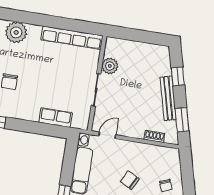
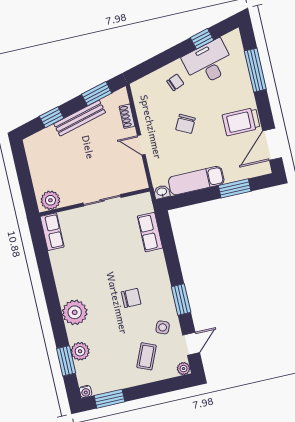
row of seats: (72, 38) -> (52, 232), width x0.50
plant: (110, 66) -> (50, 200), moved
door: (107, 135) -> (141, 145), moved

